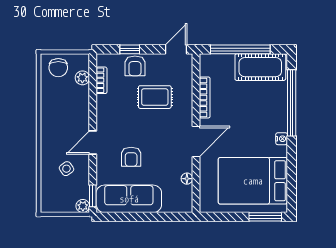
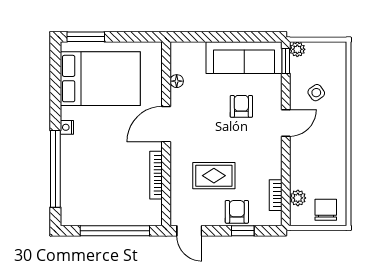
door: (176, 49) -> (189, 231), hinge flipped
cot: (260, 67) -> (92, 210), removed

